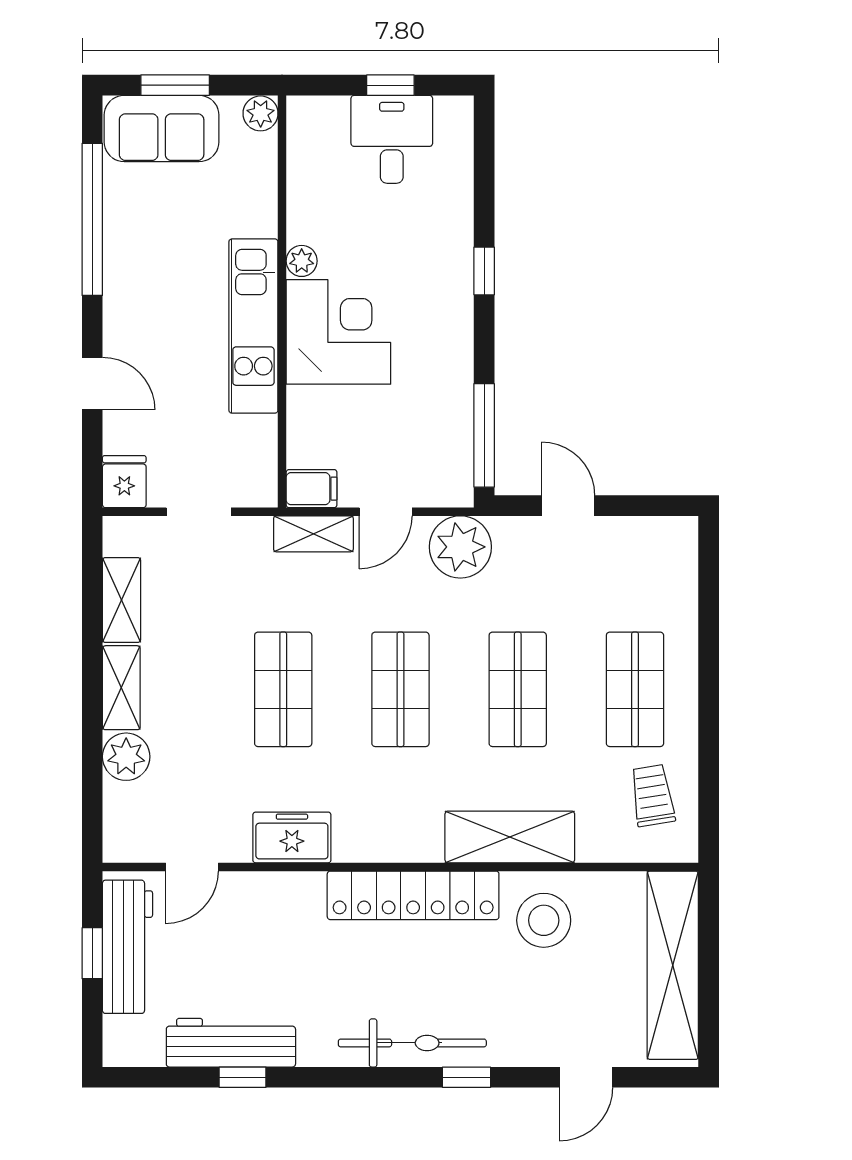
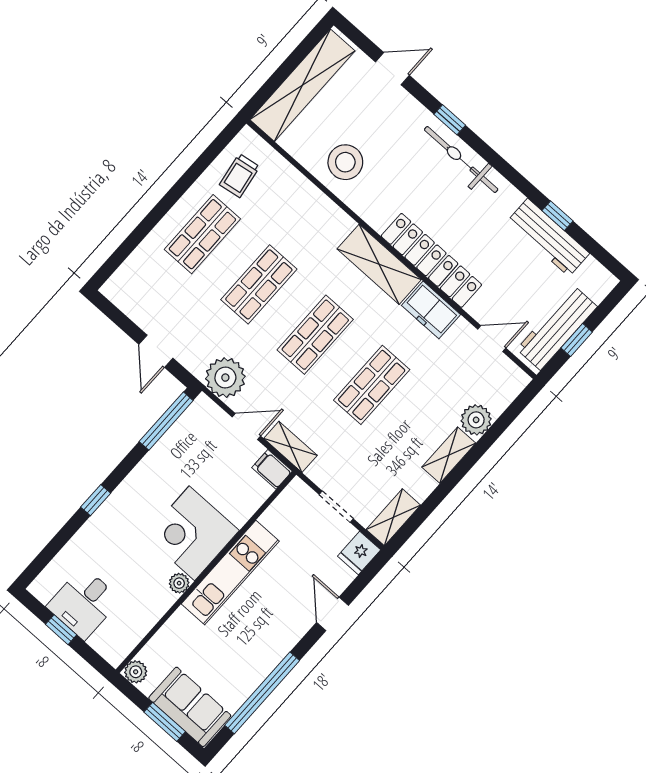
shelving: (122, 600) -> (393, 517), moved
shelving: (510, 837) -> (379, 264), moved
locker: (413, 895) -> (431, 260), moved

